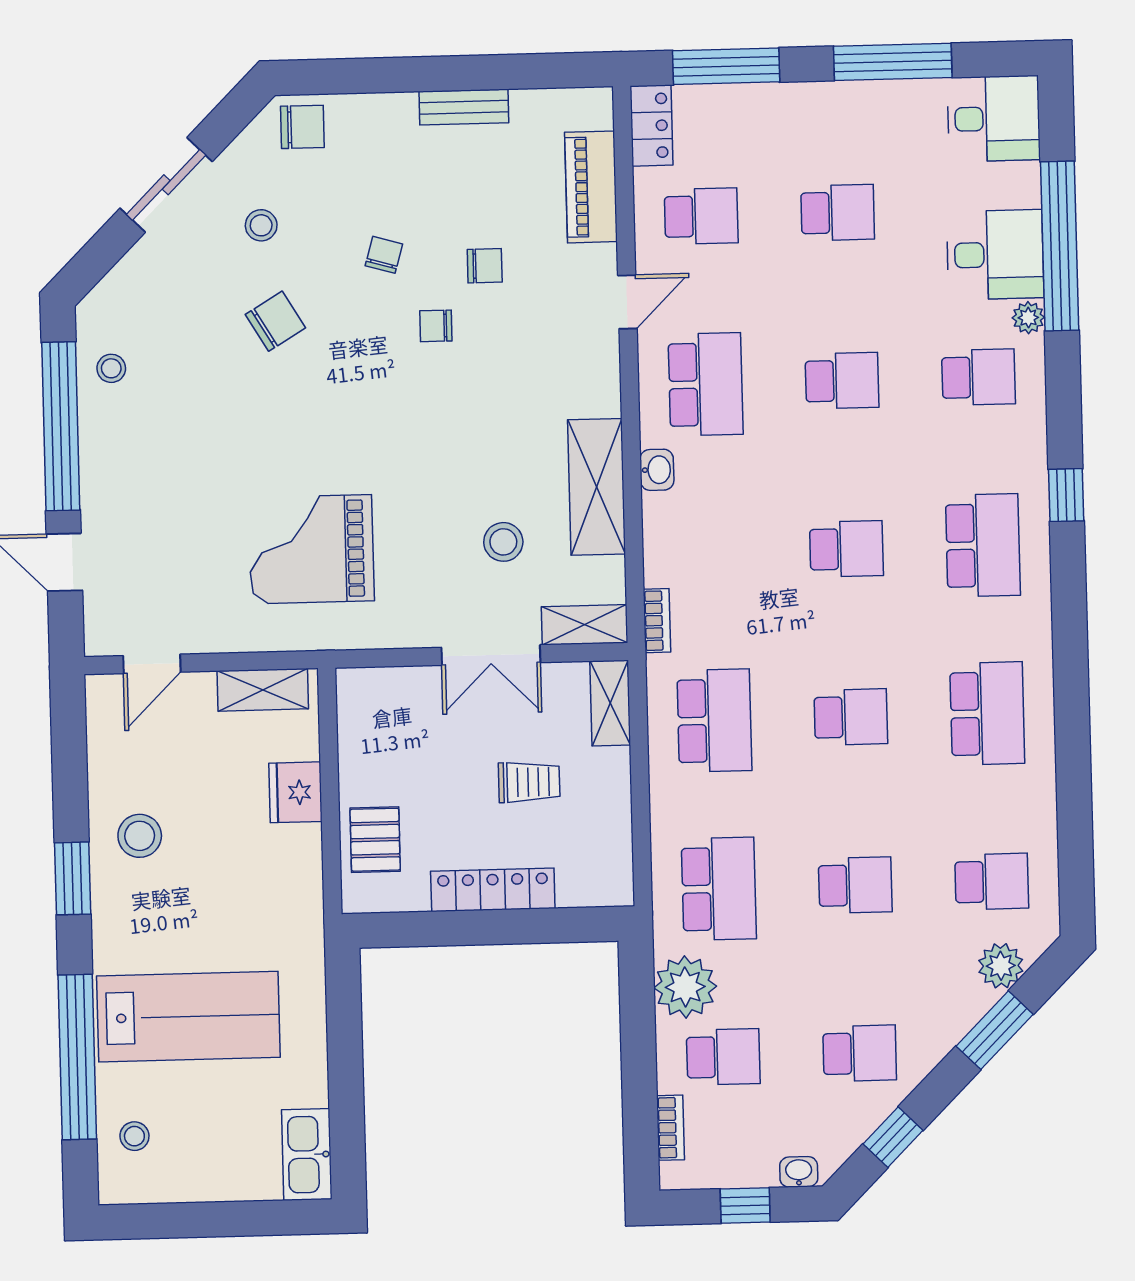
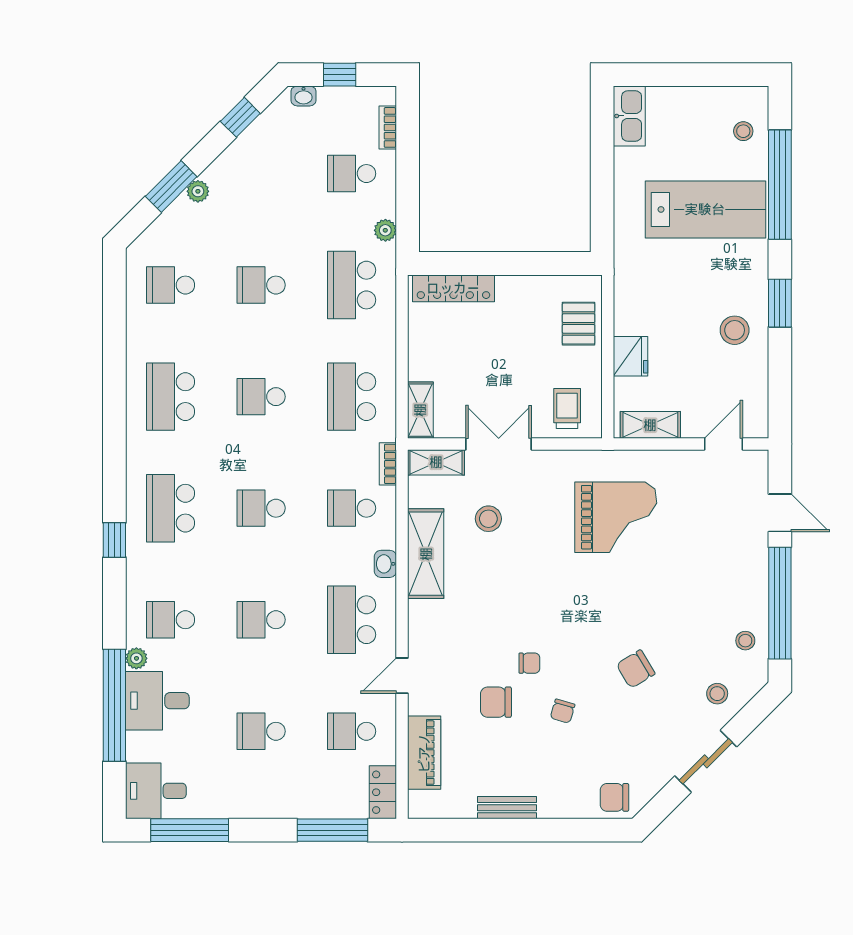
window: (893, 62) -> (190, 830), moved
stool: (261, 225) -> (717, 694), moved
chair: (485, 266) -> (496, 702), width x1.37, depth x1.37
trolley: (529, 782) -> (567, 408), moved, turned 90
locker: (493, 890) -> (453, 288), moved
plant: (1001, 966) -> (198, 191), moved, width x0.73, depth x0.73
plant: (685, 987) -> (385, 230), width x0.53, depth x0.53
lab bench: (188, 1017) -> (705, 209), turned 180
school desk: (860, 1053) -> (352, 508), moved

